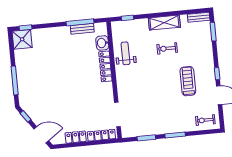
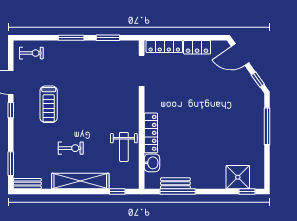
shelving: (164, 23) -> (80, 181), width x1.47
shower: (22, 39) -> (238, 177), moved

